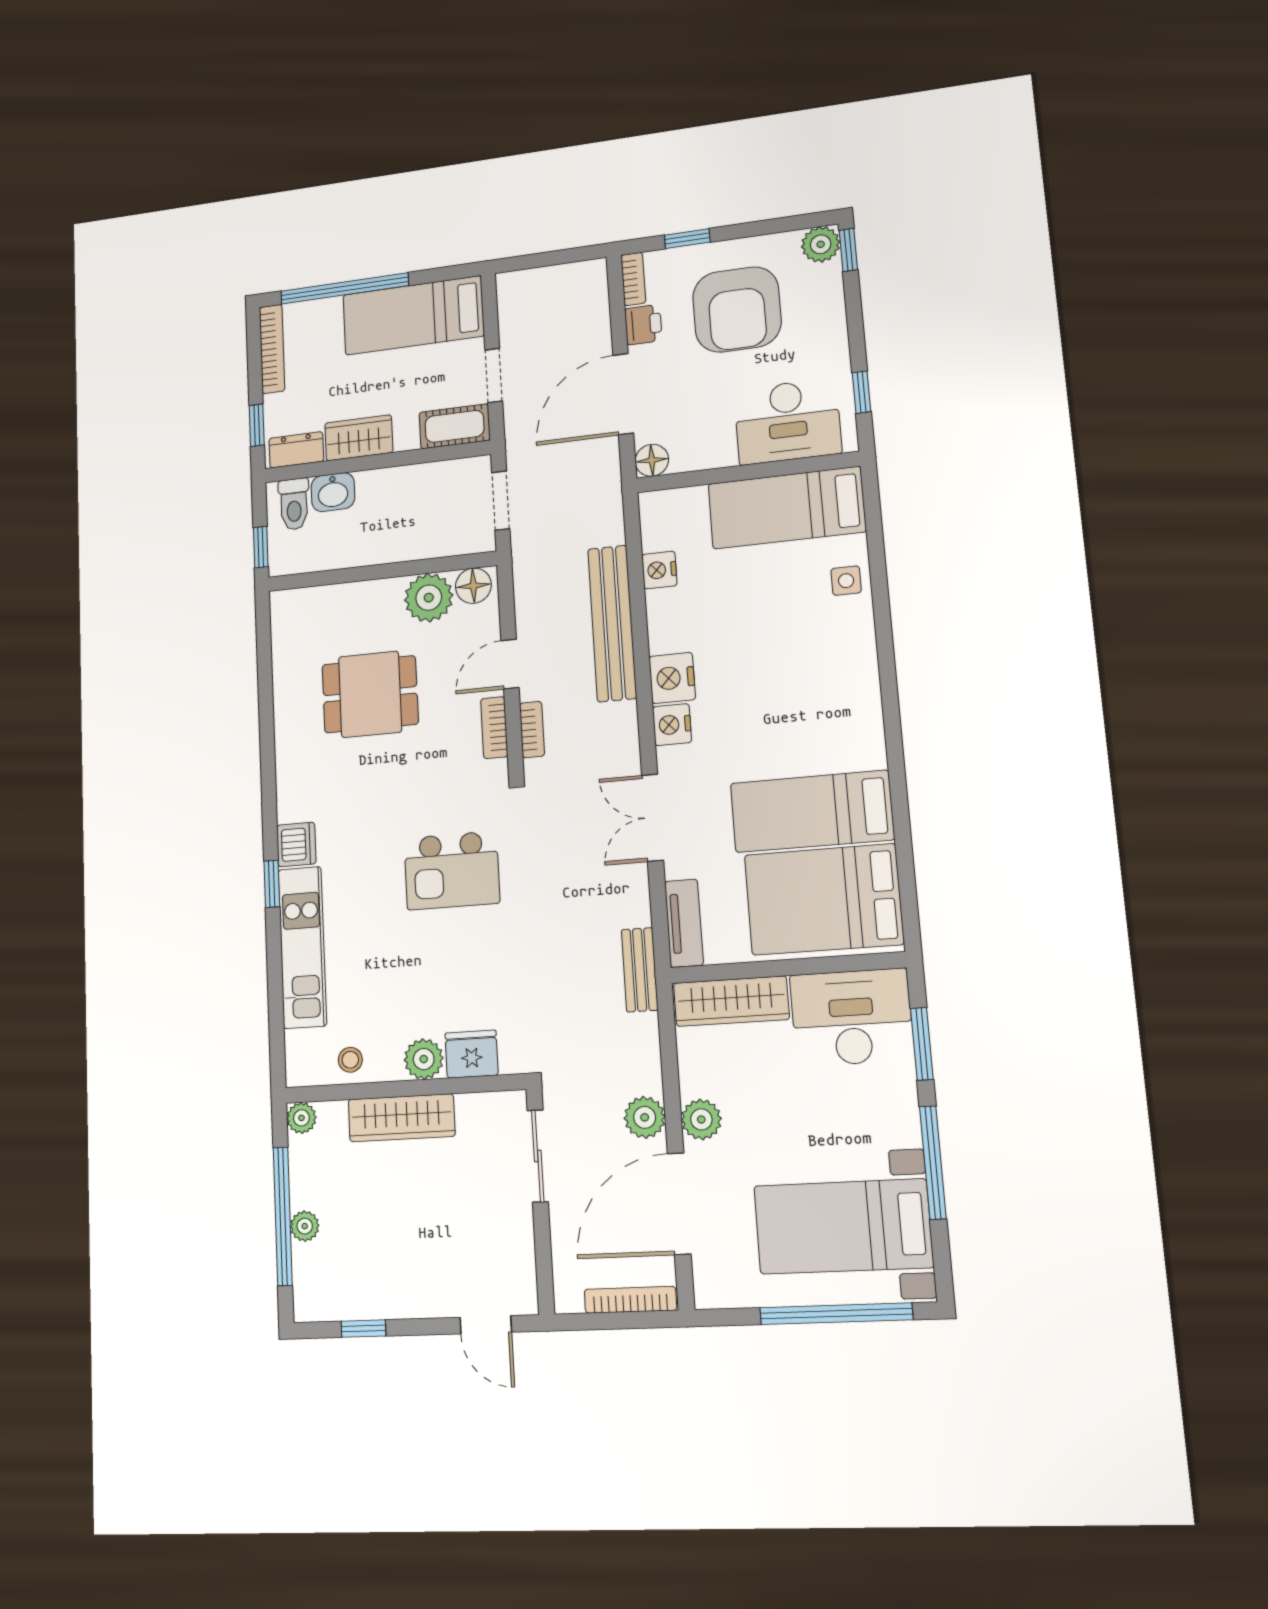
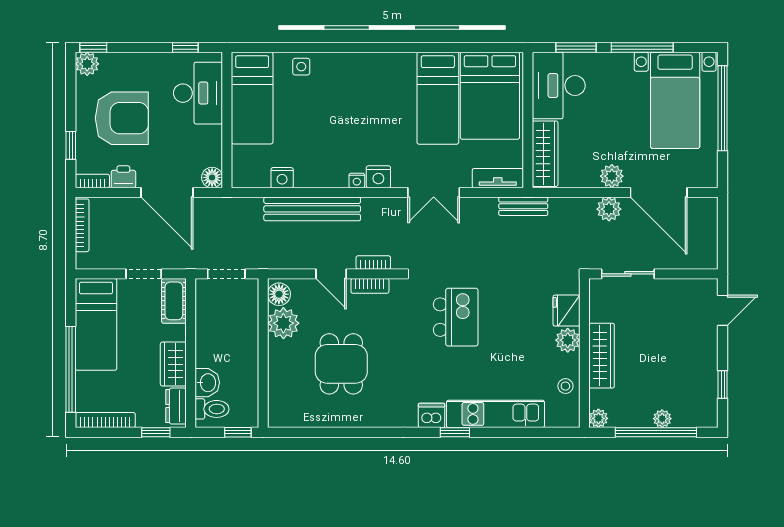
nightstand: (672, 678) -> (357, 180), width x0.53, depth x0.56
bookcase: (630, 1300) -> (82, 225), moved, turned 180

